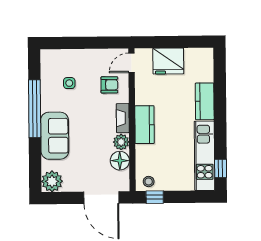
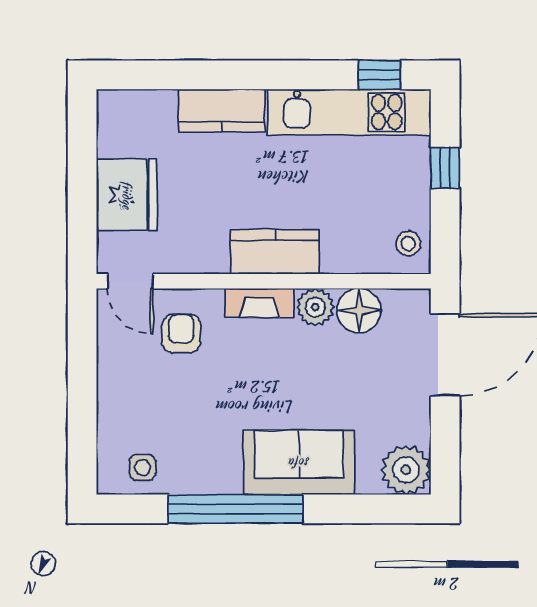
side table: (69, 83) -> (143, 468), moved
window: (155, 197) -> (445, 168), moved

